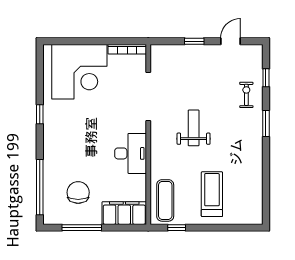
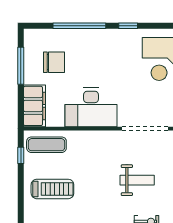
weight bench: (194, 128) -> (137, 180), moved
desk: (131, 153) -> (91, 107), width x1.36, depth x1.30
window: (40, 187) -> (79, 26), moved

